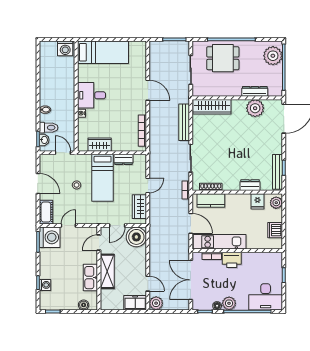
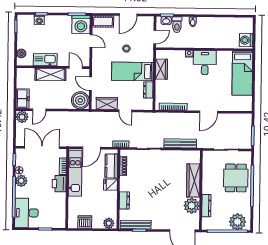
wardrobe: (212, 107) -> (193, 180), moved
fridge: (257, 201) -> (110, 185), moved

